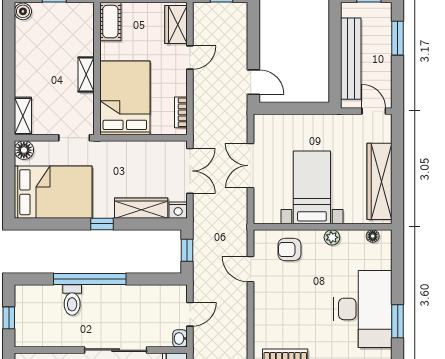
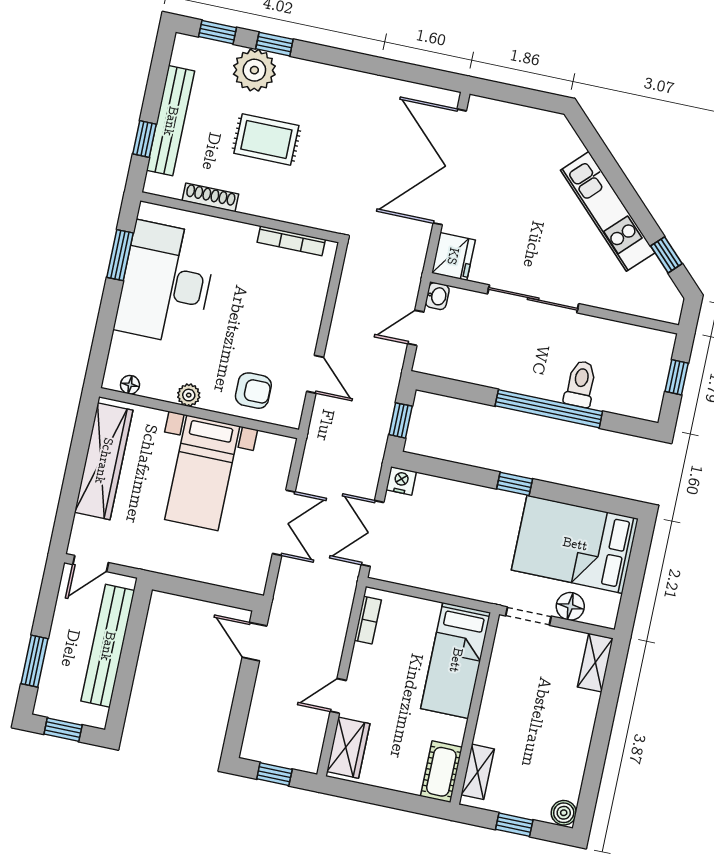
shelving: (86, 74) -> (478, 772), moved
bed: (125, 98) -> (456, 660), width x0.67
door: (374, 111) -> (91, 564), hinge flipped
floor lamp: (24, 150) -> (570, 606), moved
wardrobe: (141, 208) -> (454, 495), removed

